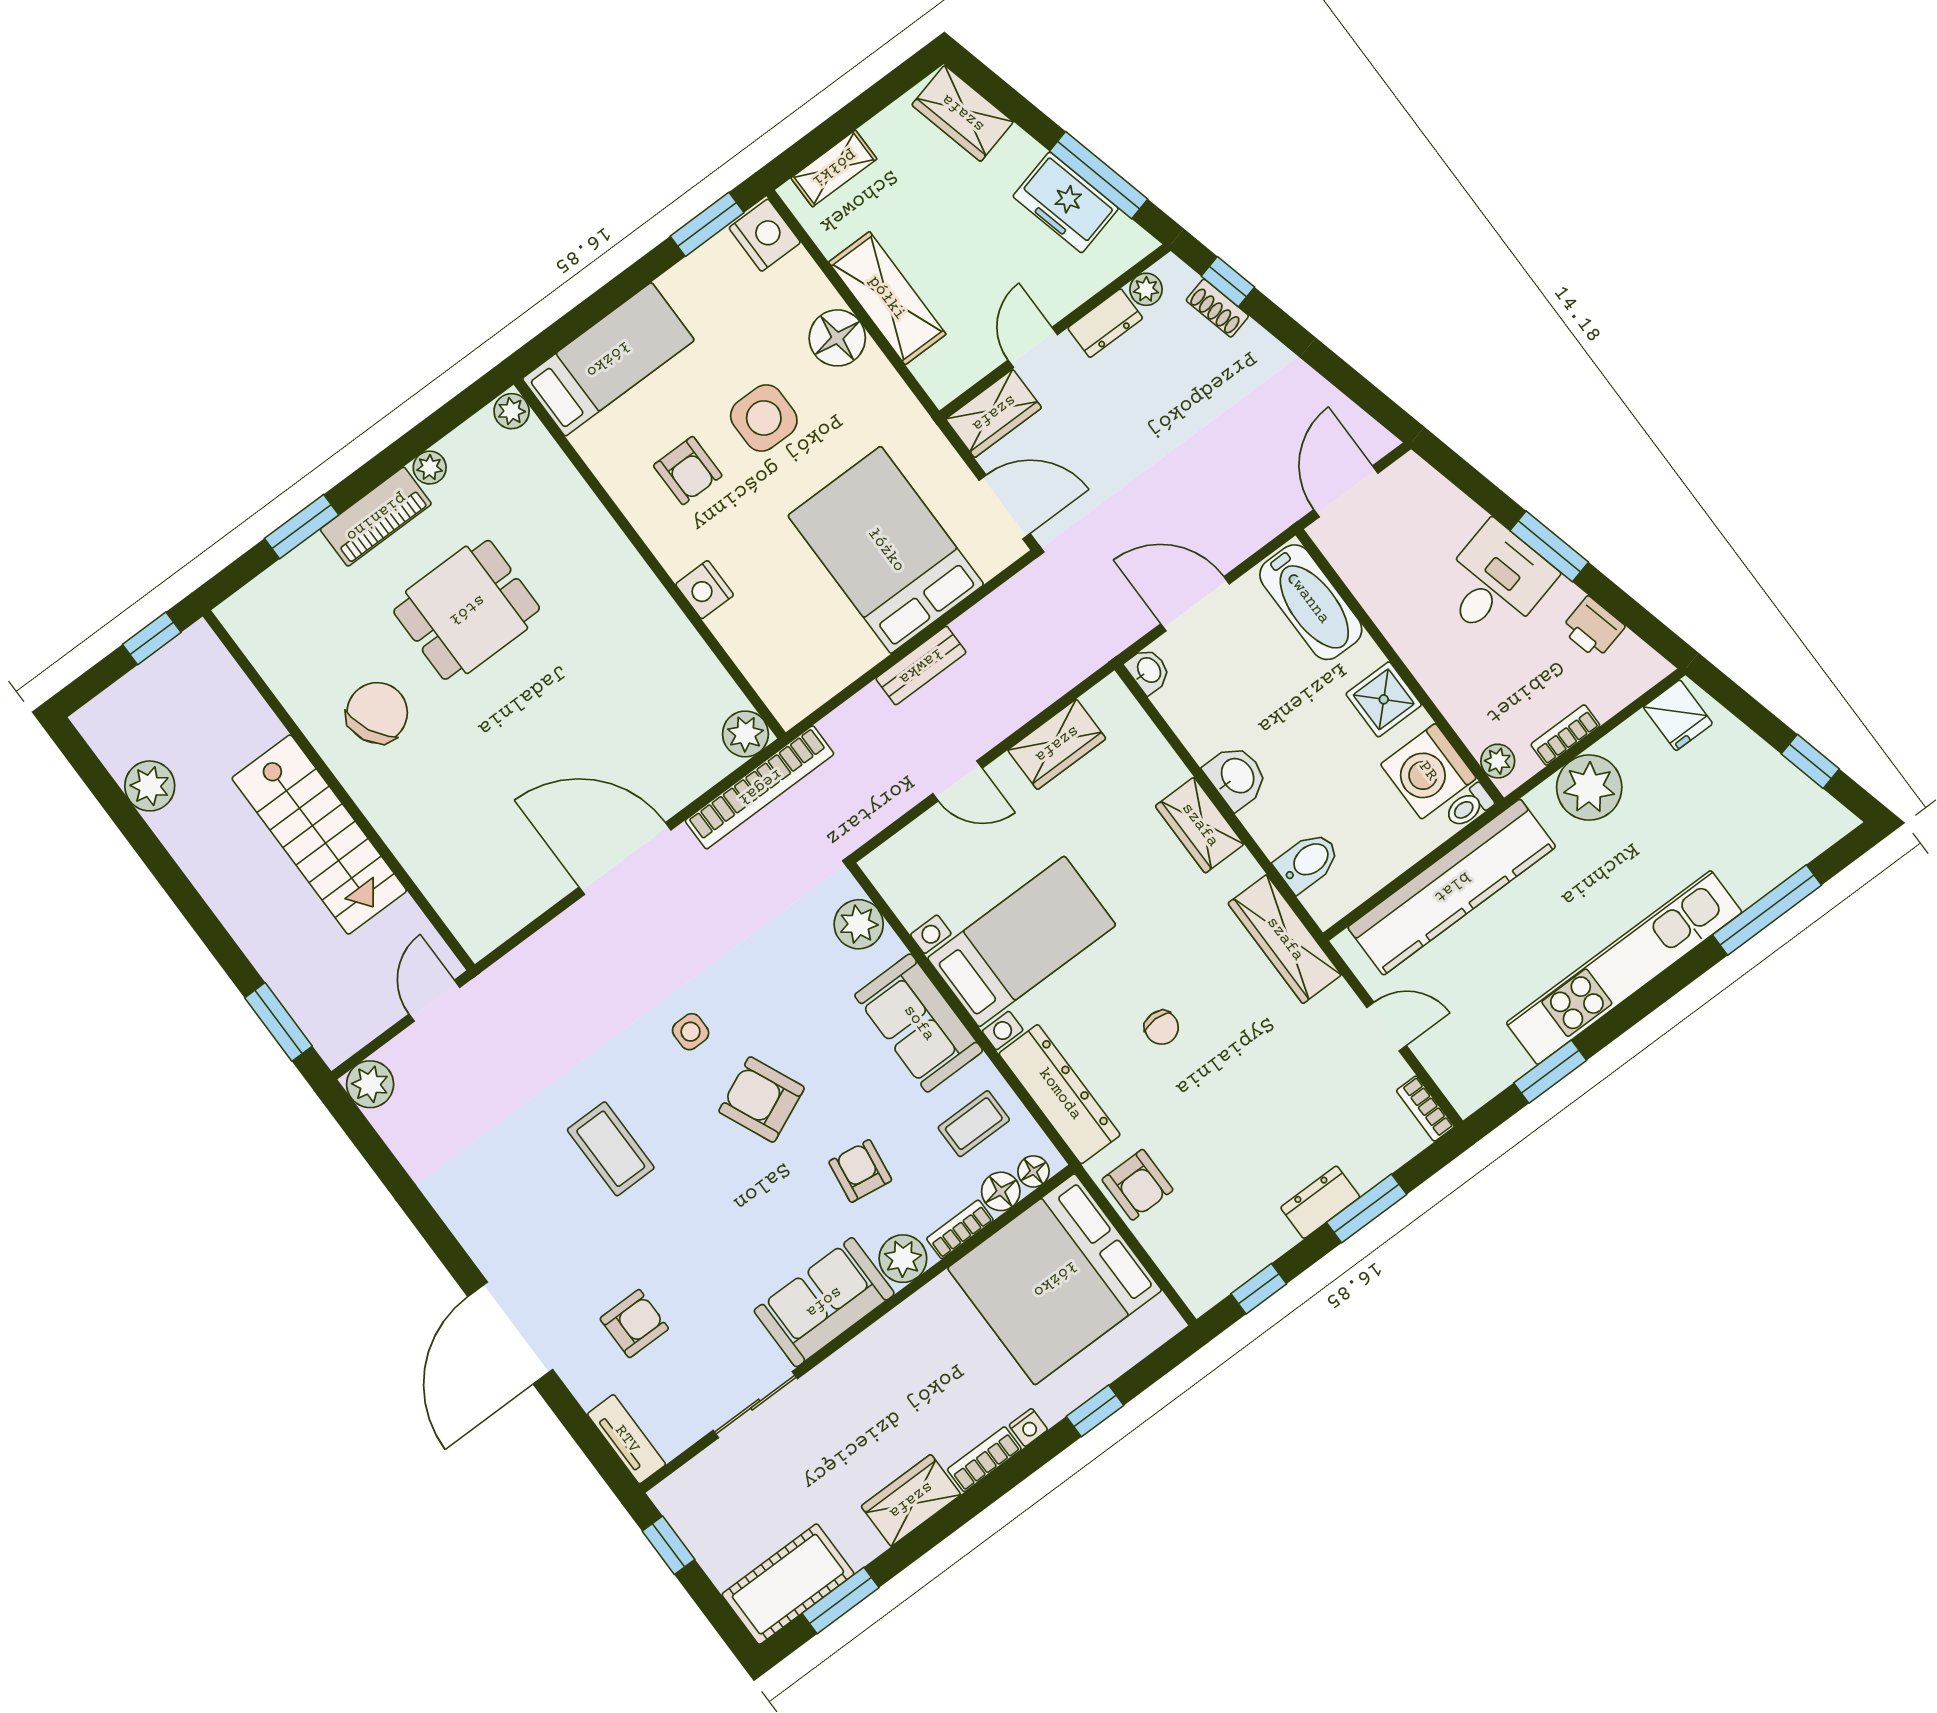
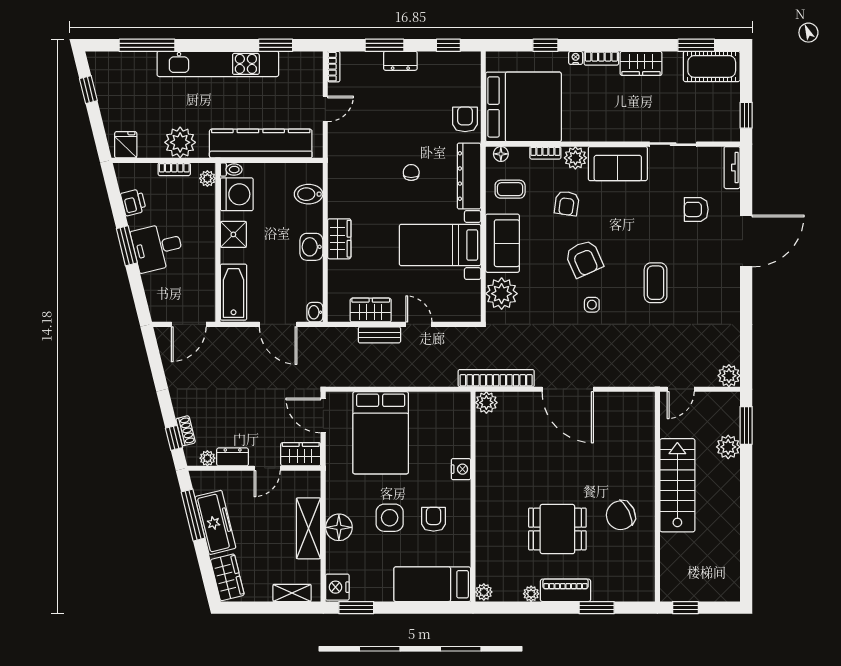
freezer: (1066, 202) -> (215, 522), width x1.40
bench: (921, 666) -> (379, 335), moved
plant: (150, 786) -> (728, 447), moved
plant: (859, 924) -> (502, 294), width x1.36, depth x1.36
wardrobe: (1285, 939) -> (339, 171), removed
door: (1387, 1027) -> (325, 109), swing flipped
floor lamp: (1001, 1191) -> (519, 156), removed

